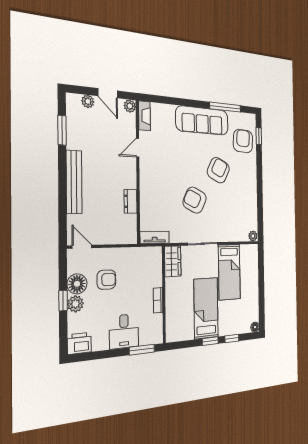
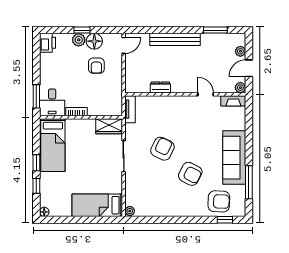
bed: (229, 272) -> (97, 205), moved
bed: (206, 308) -> (53, 145), moved, turned 90
desk: (124, 331) -> (52, 102), moved, turned -90

